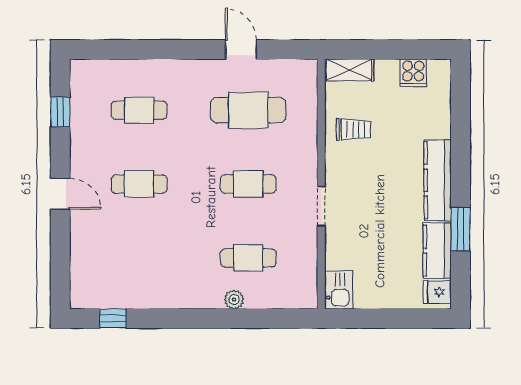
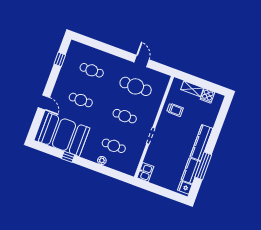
shelving: (349, 70) -> (192, 89), moved
door: (60, 194) -> (44, 102), moved
window: (460, 229) -> (203, 166), width x1.44
booth: (130, 273) -> (64, 135), added
window: (113, 319) -> (68, 157), moved

